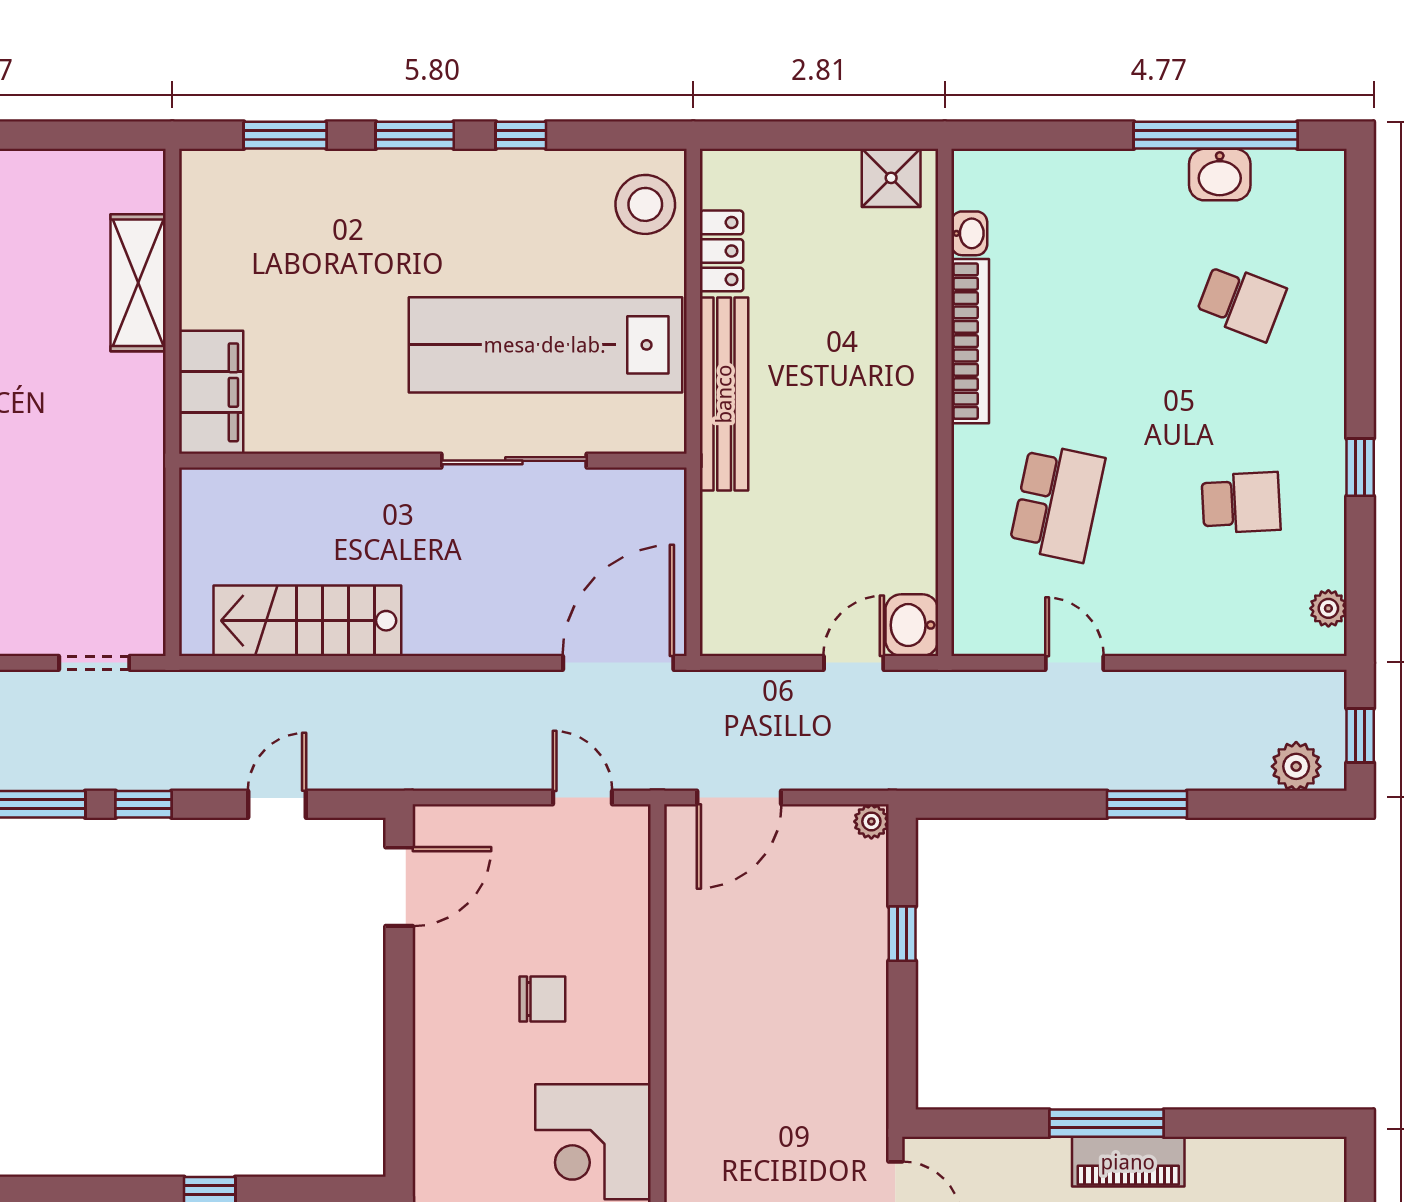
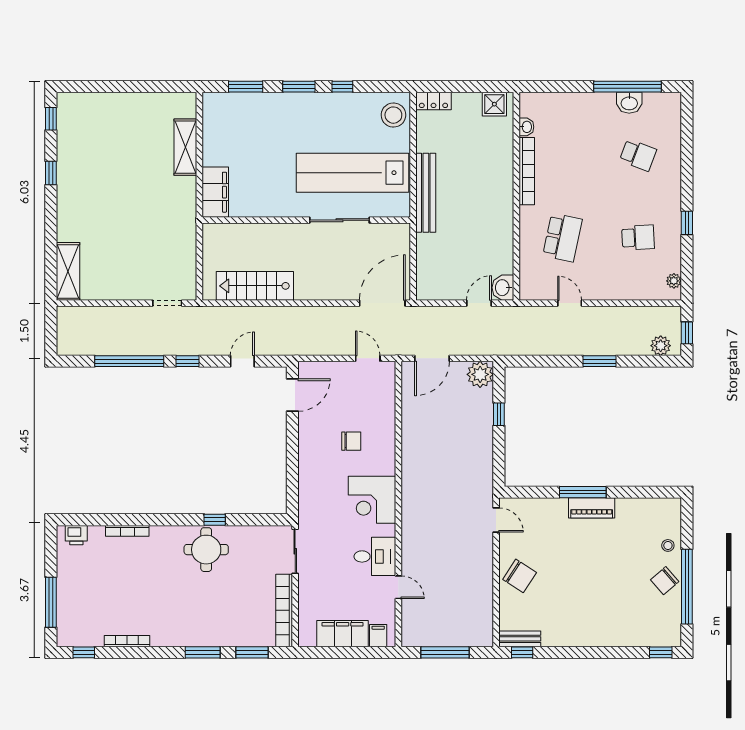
locker: (722, 251) -> (433, 101), moved, turned 90
plant: (871, 821) -> (480, 374), width x1.87, depth x1.87

